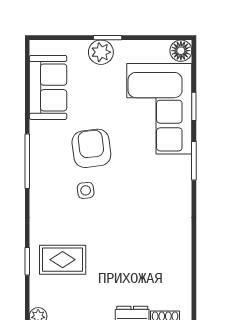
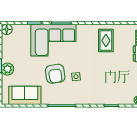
corner sofa: (159, 109) -> (53, 40), moved
armchair: (91, 148) -> (55, 74), turned -92
rug: (63, 260) -> (106, 41), moved

